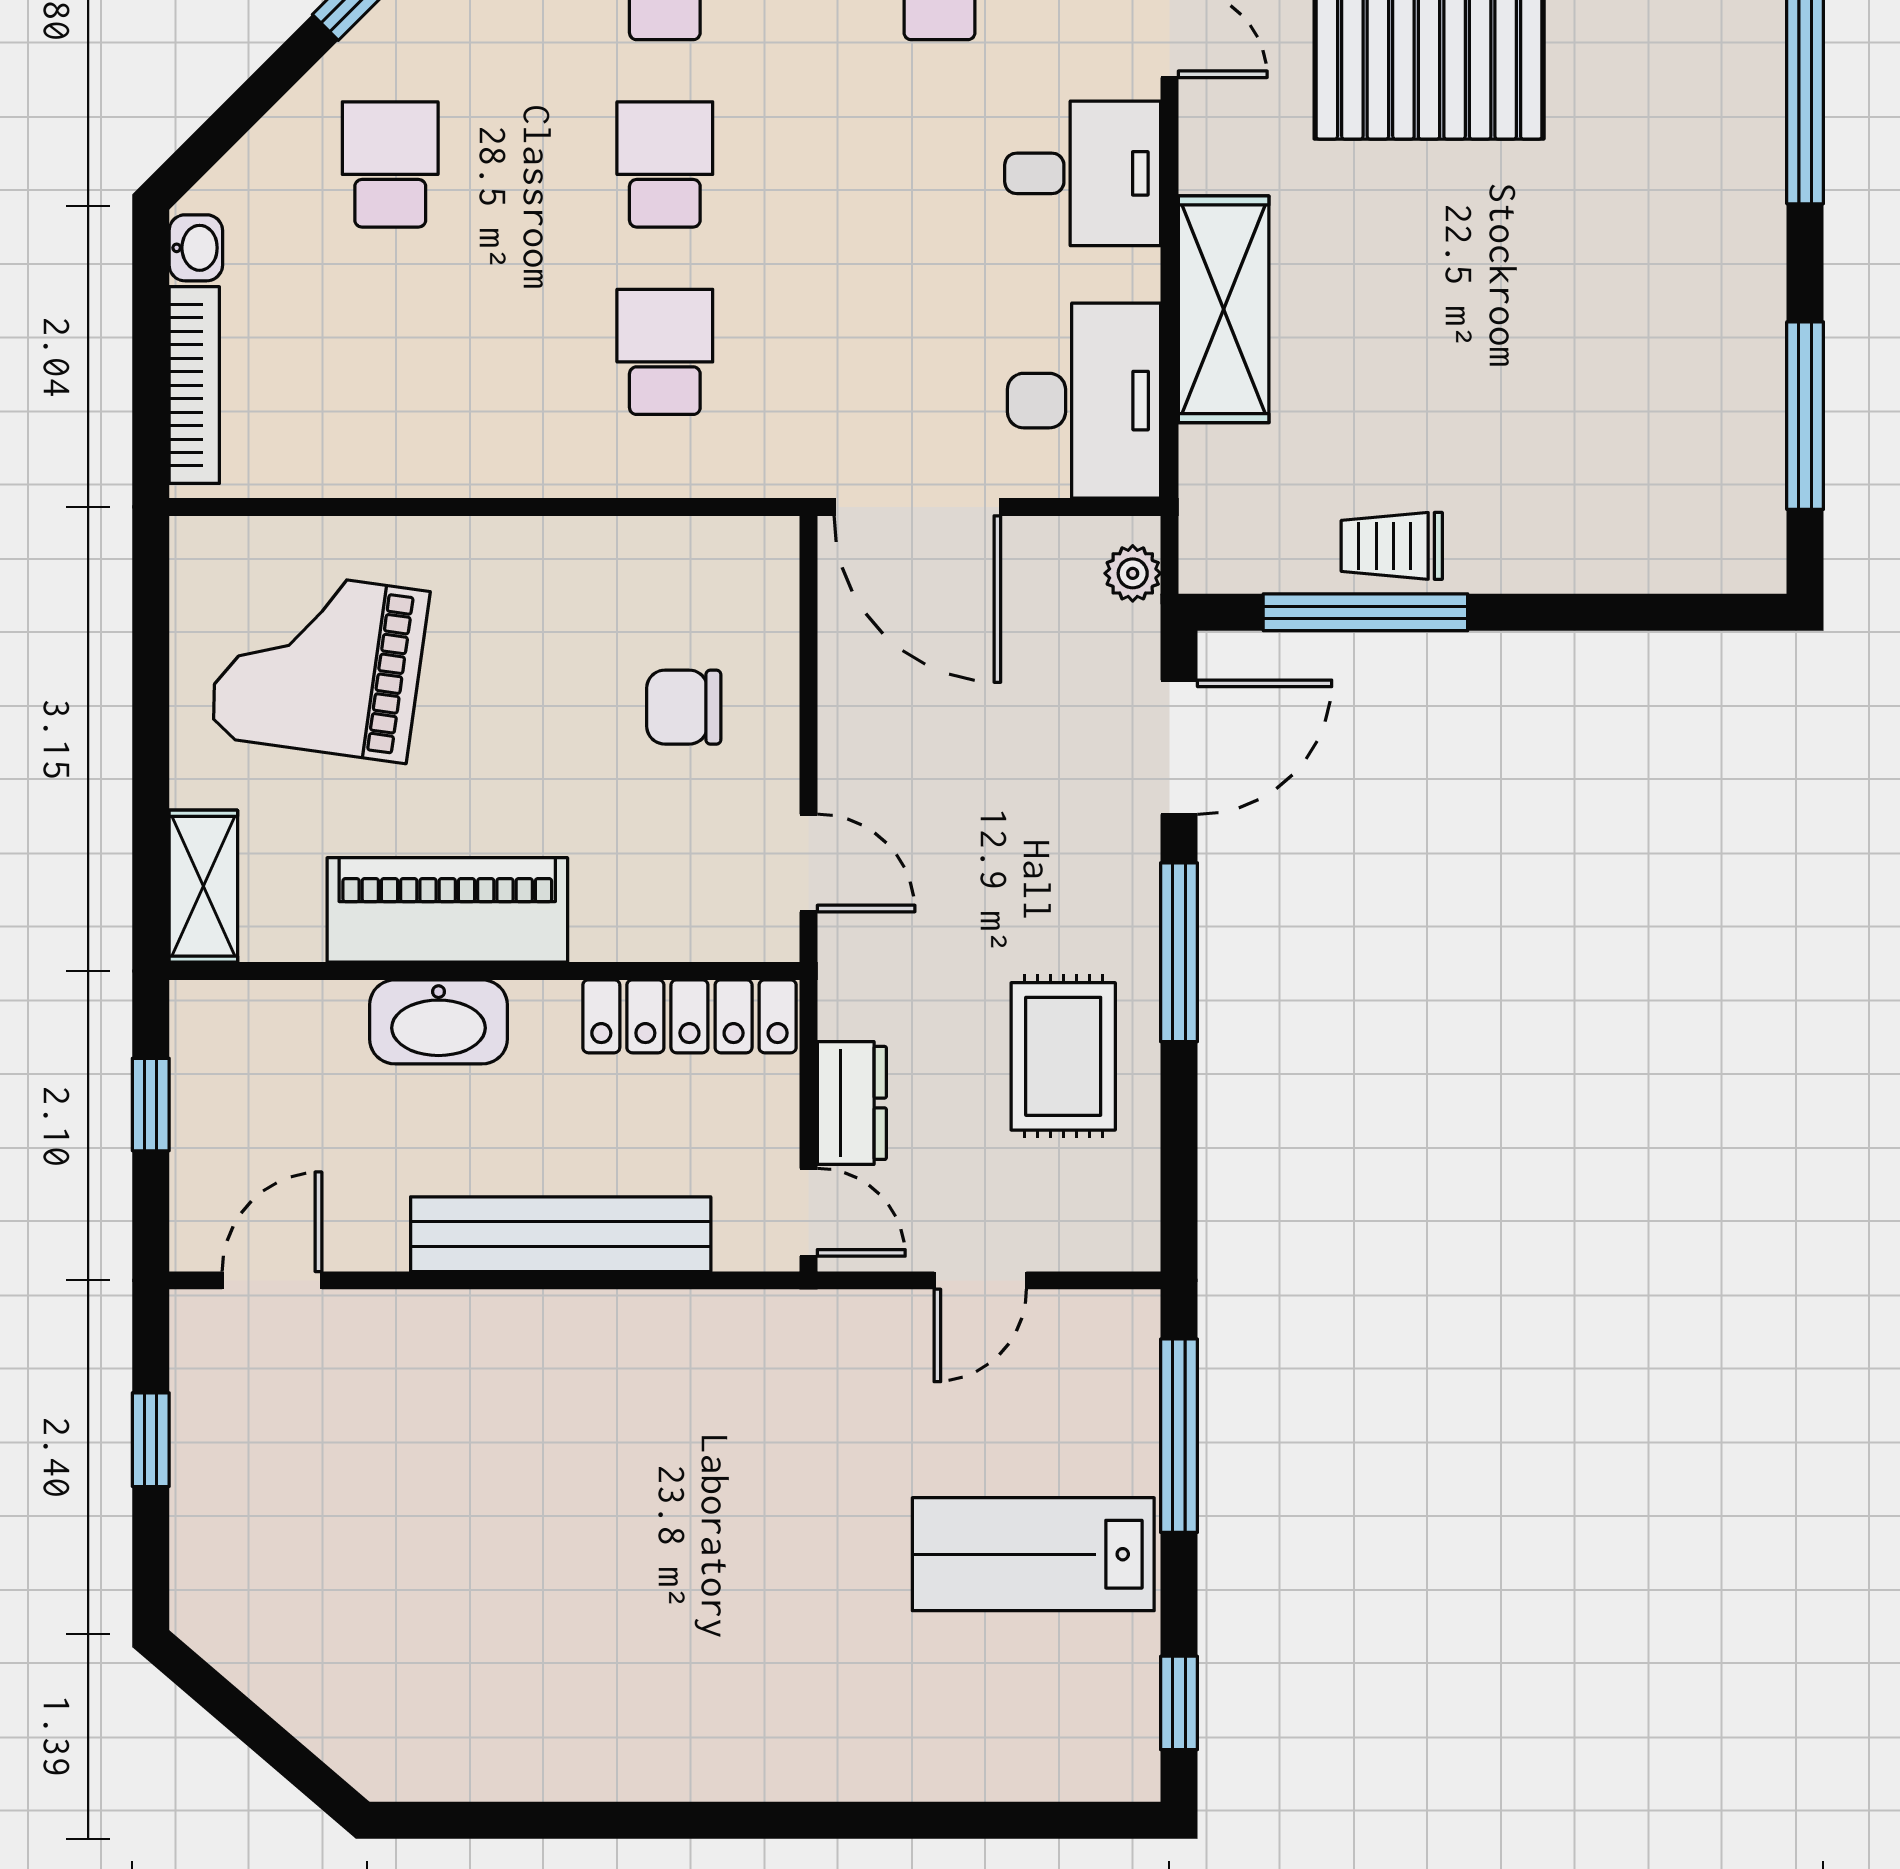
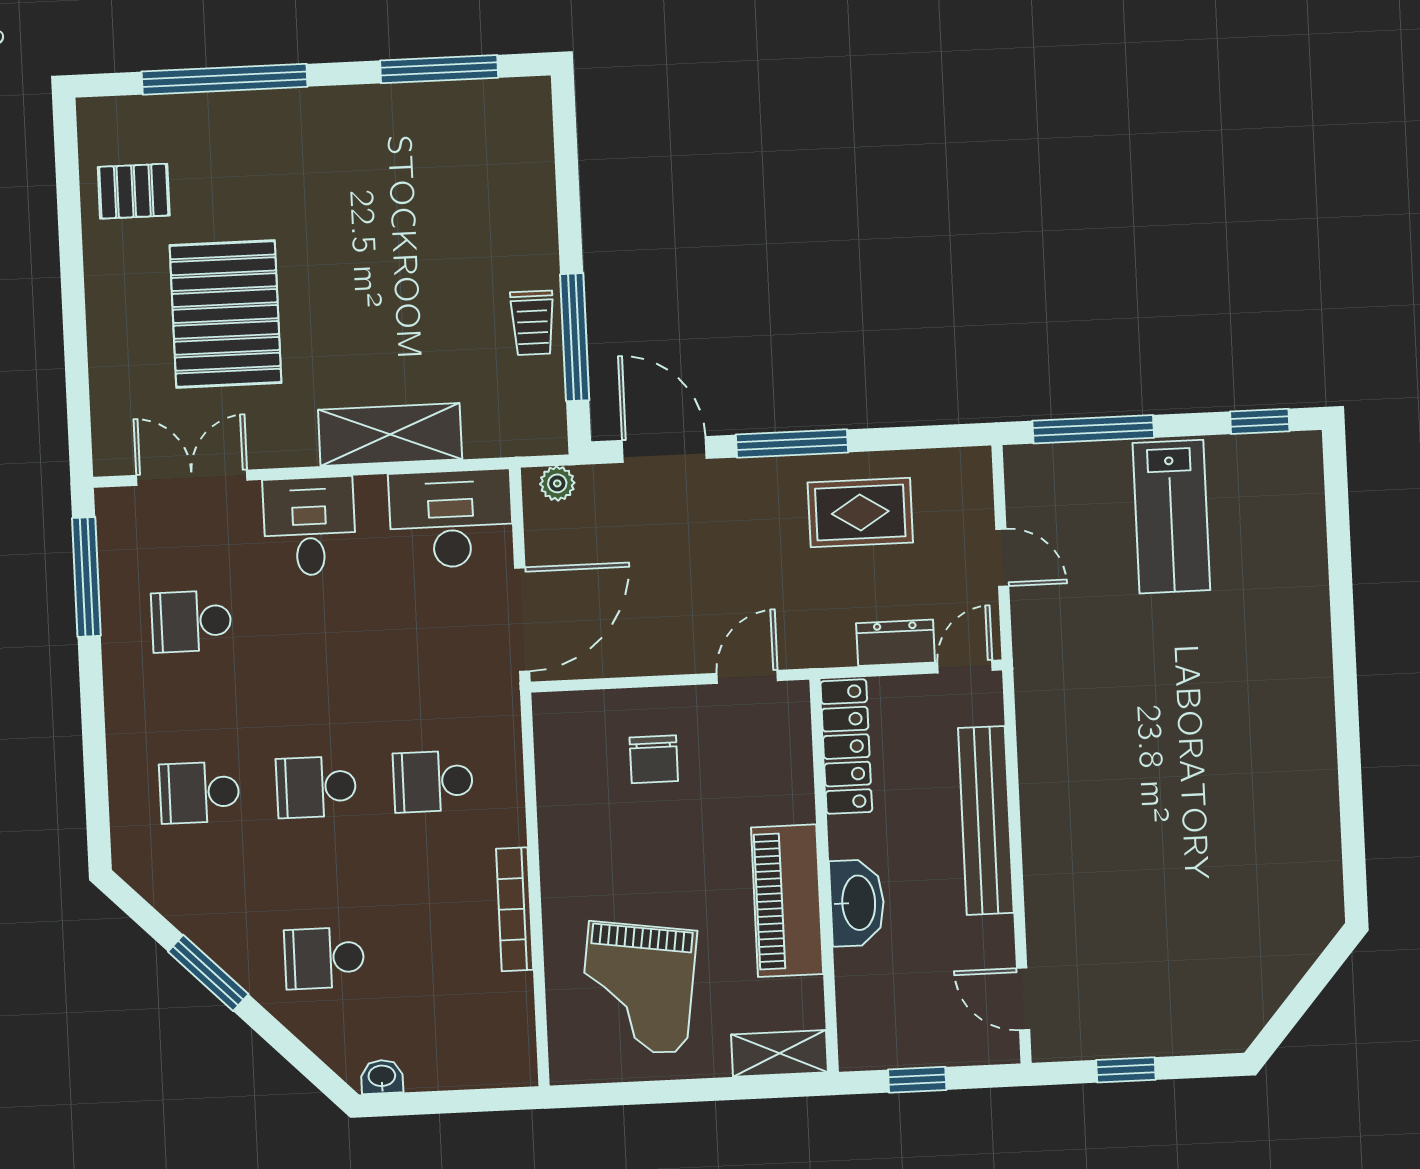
bookcase: (194, 385) -> (515, 909), moved, turned -90

